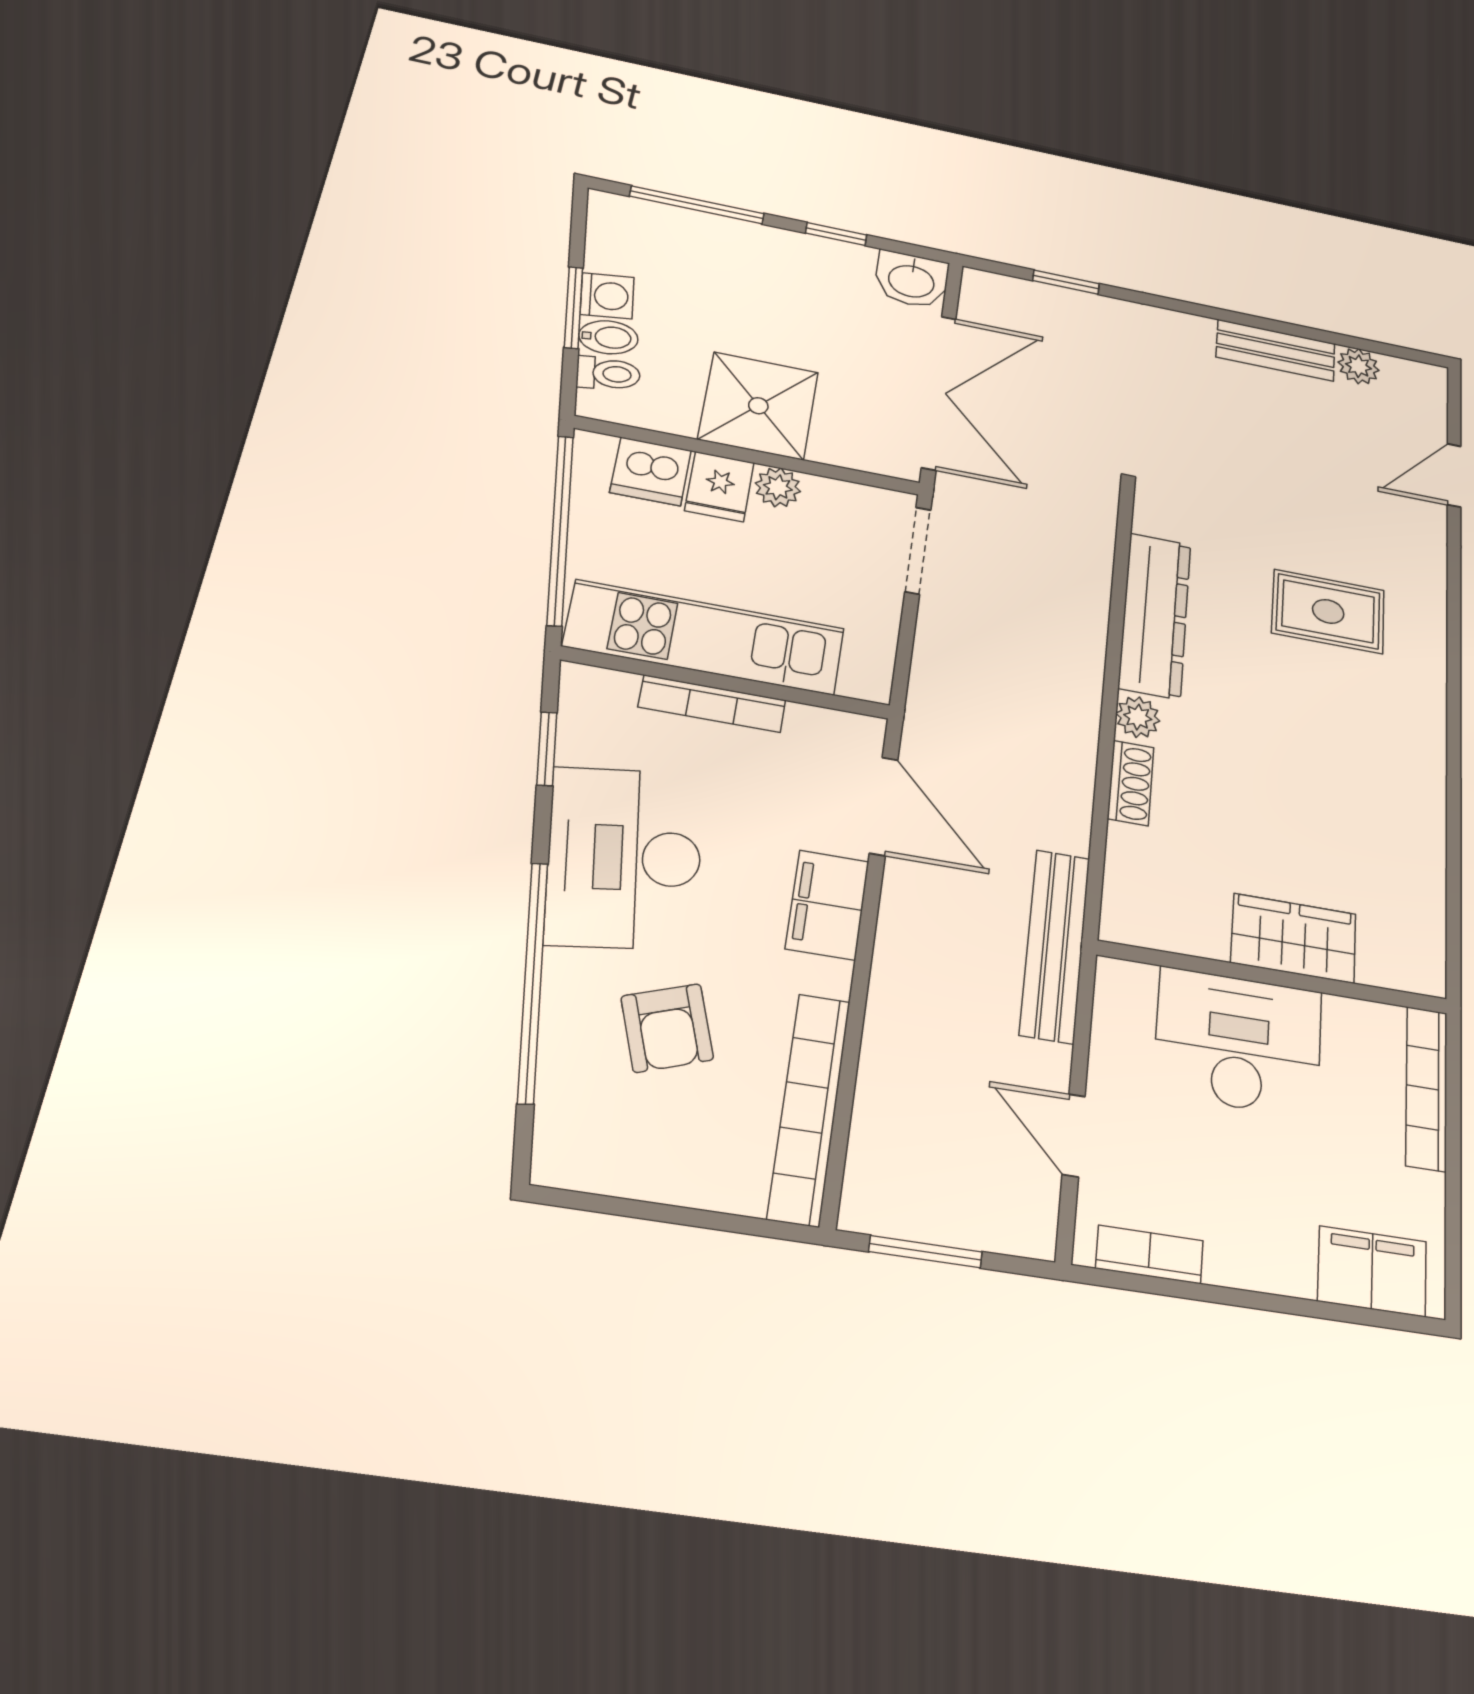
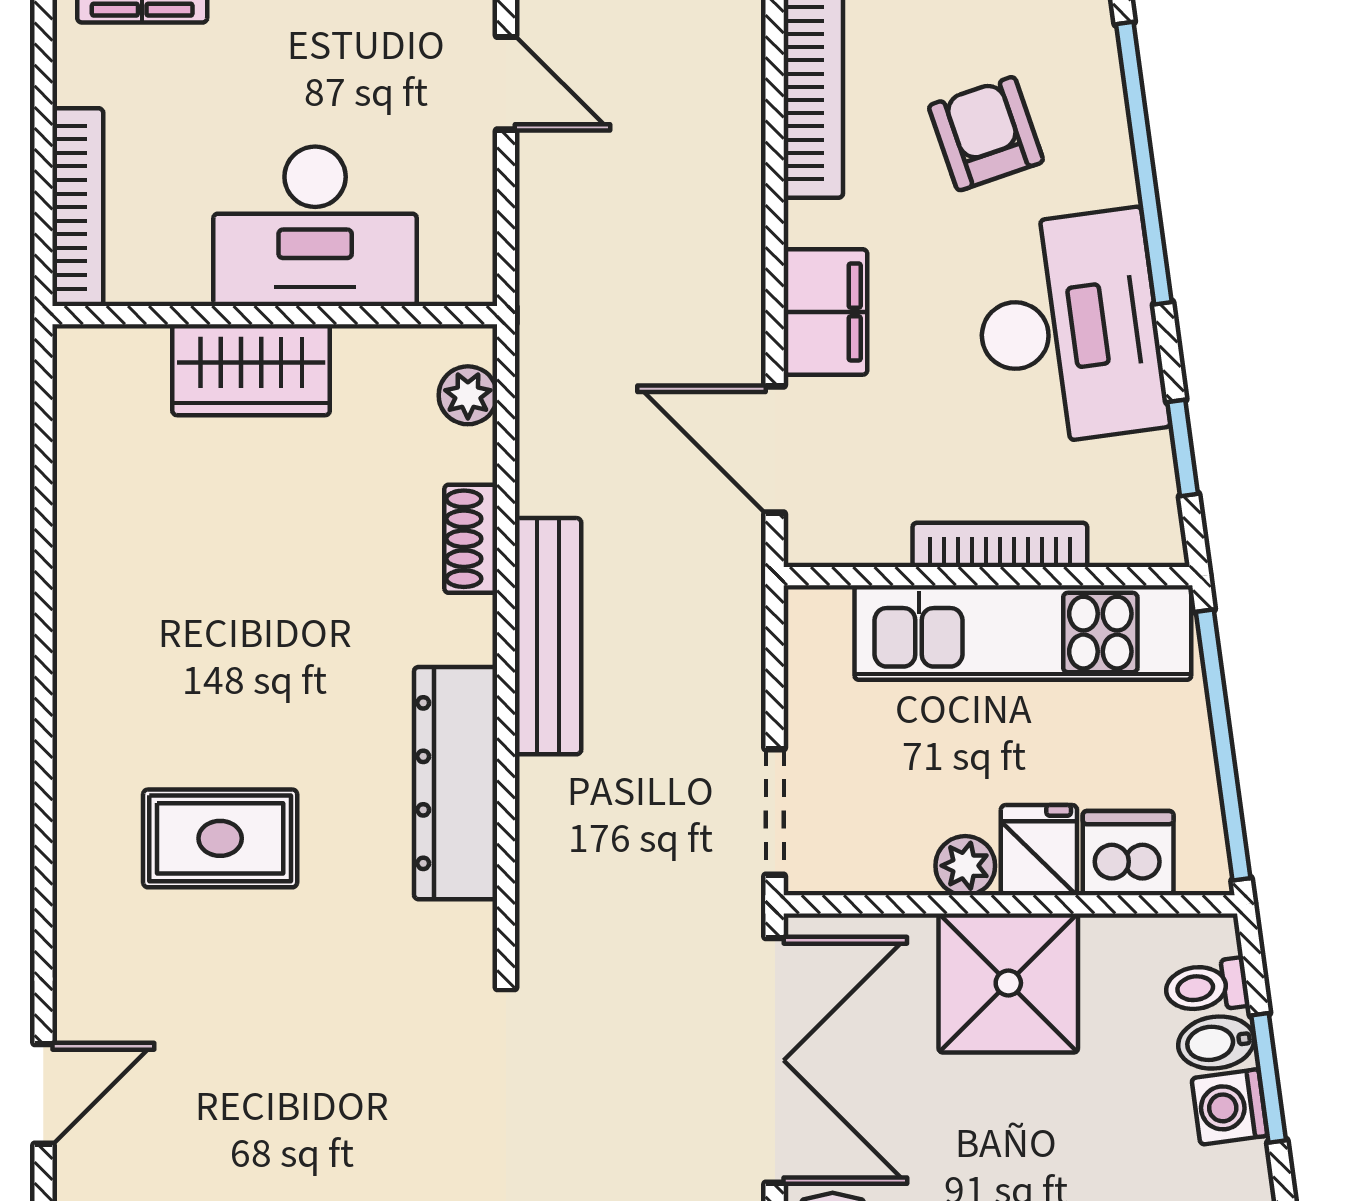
double door: (939, 392) -> (775, 1060), swing flipped
plant: (1138, 717) -> (468, 395), moved
bench: (1055, 945) -> (548, 636), moved

